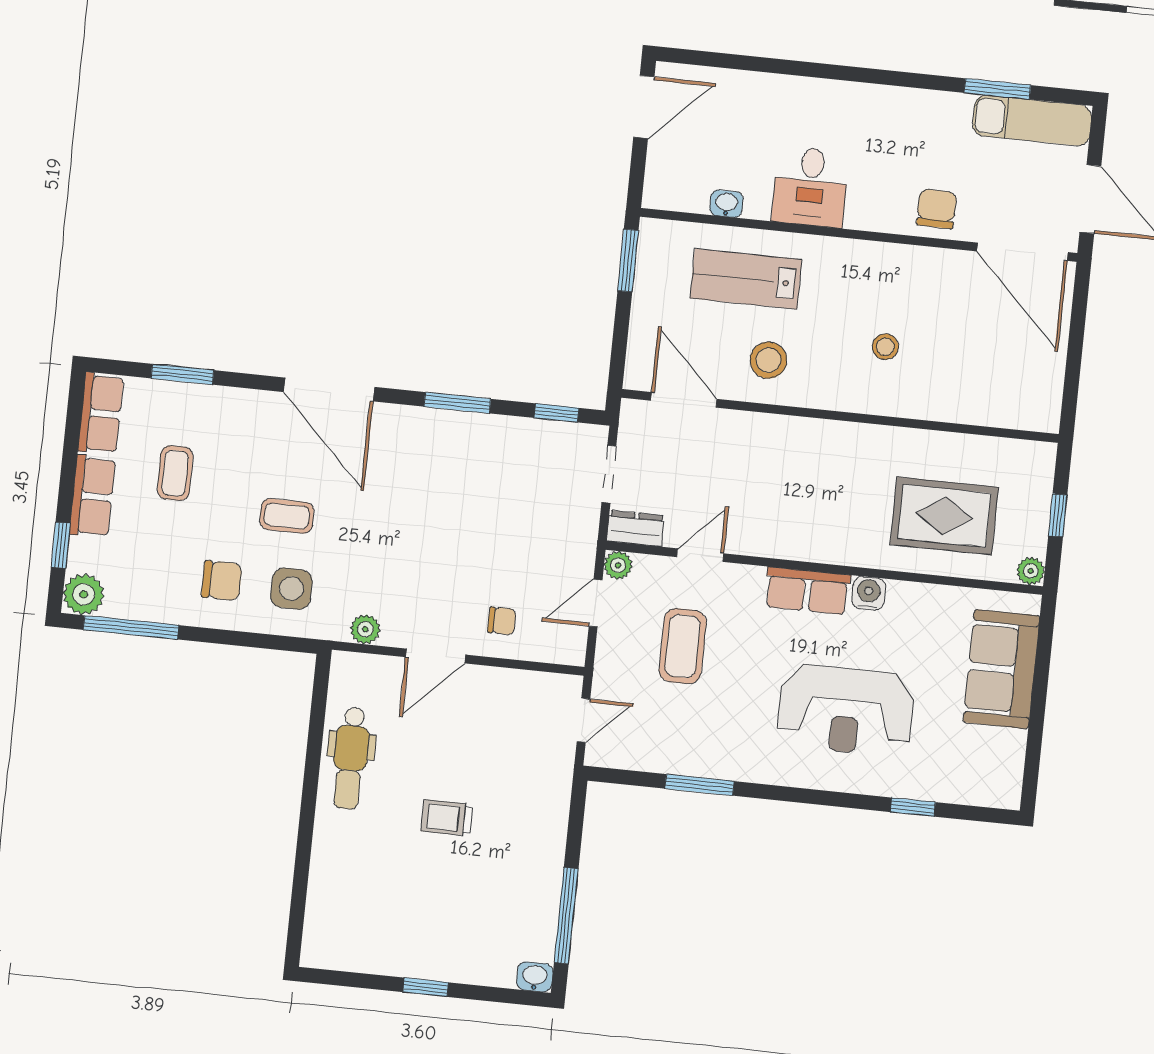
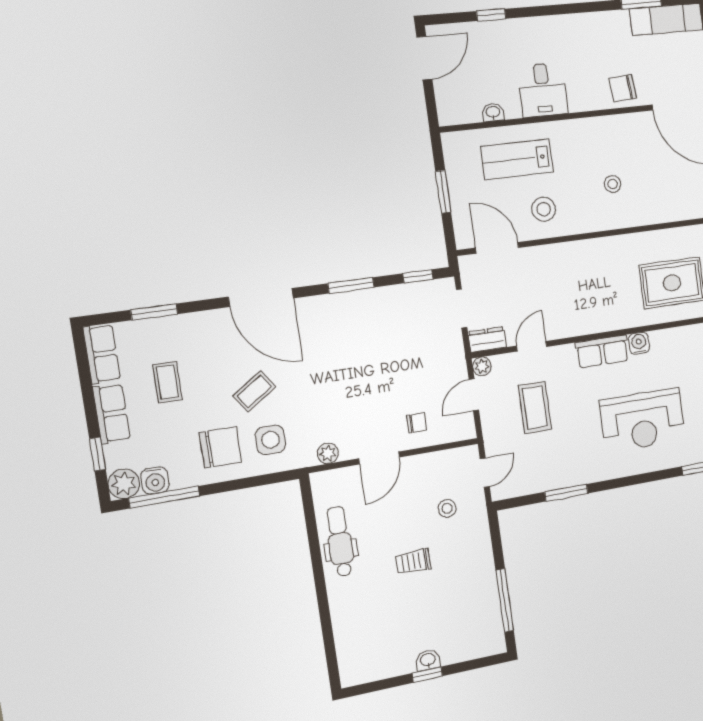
window: (759, 64) -> (491, 15), added
chair: (937, 209) -> (623, 88), turned -96
window: (628, 261) -> (443, 192), moved
coffee table: (287, 516) -> (254, 391), turned -34
chair: (222, 580) -> (220, 447), width x1.37, depth x1.37
water cooler: (125, 601) -> (155, 480), added
stool: (515, 756) -> (447, 508), added
dental chair: (350, 758) -> (340, 542), turned 180
washbasin: (535, 977) -> (428, 660), moved

